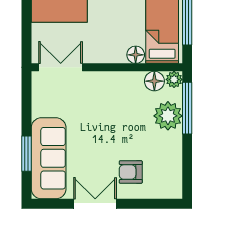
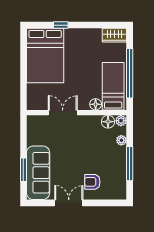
double door: (61, 67) -> (63, 113), moved
window: (187, 108) -> (130, 164), moved
plant: (168, 116) -> (121, 140), width x0.53, depth x0.53

